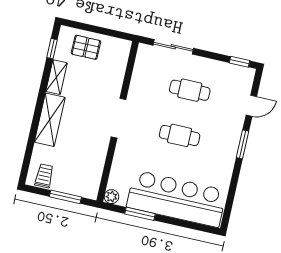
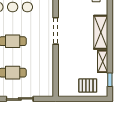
sliding door: (173, 47) -> (20, 99), moved
doorway: (118, 118) -> (56, 31), moved

